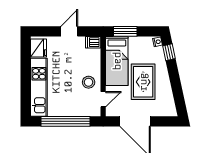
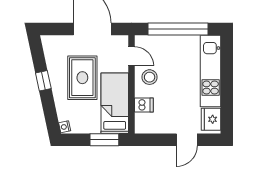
door: (69, 31) -> (187, 140), moved
dishwasher: (93, 42) -> (144, 105), moved
window: (169, 52) -> (43, 81), moved
door: (103, 99) -> (131, 56), swing flipped

